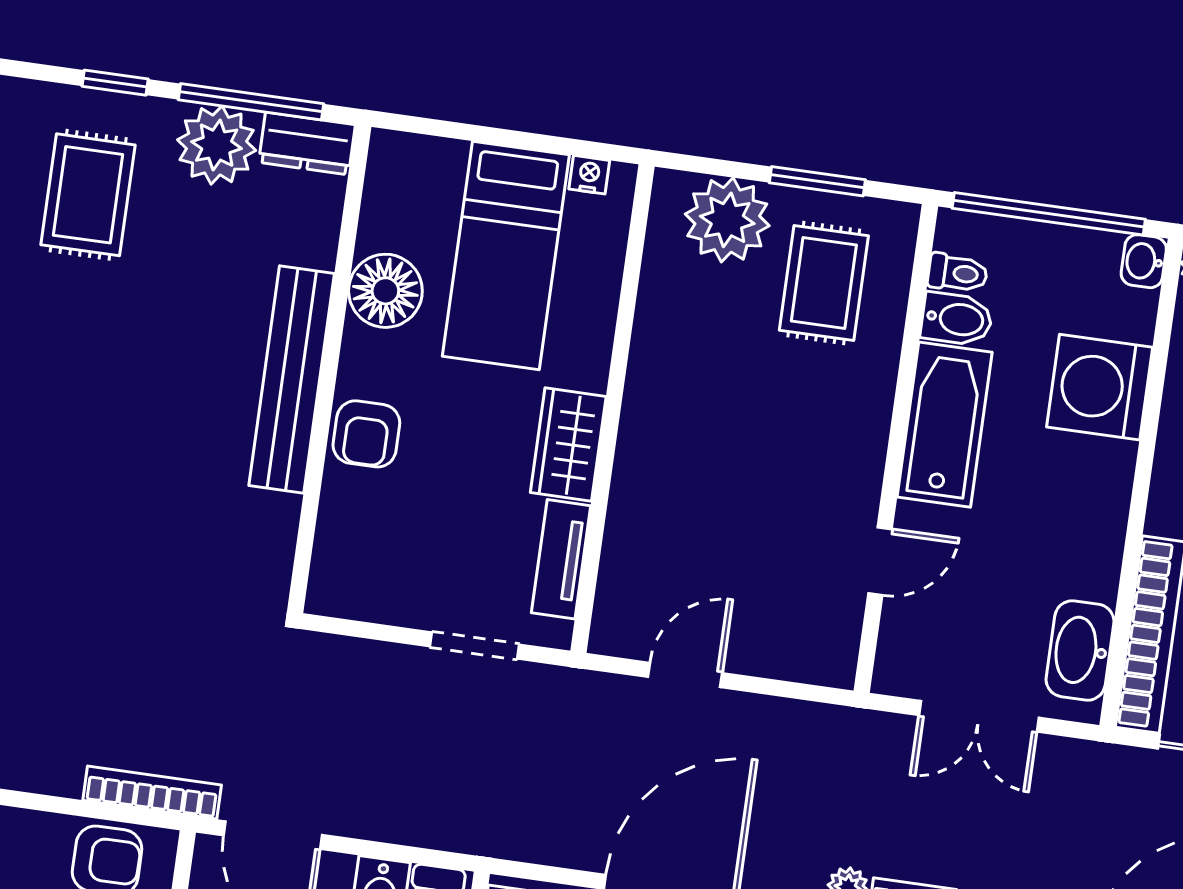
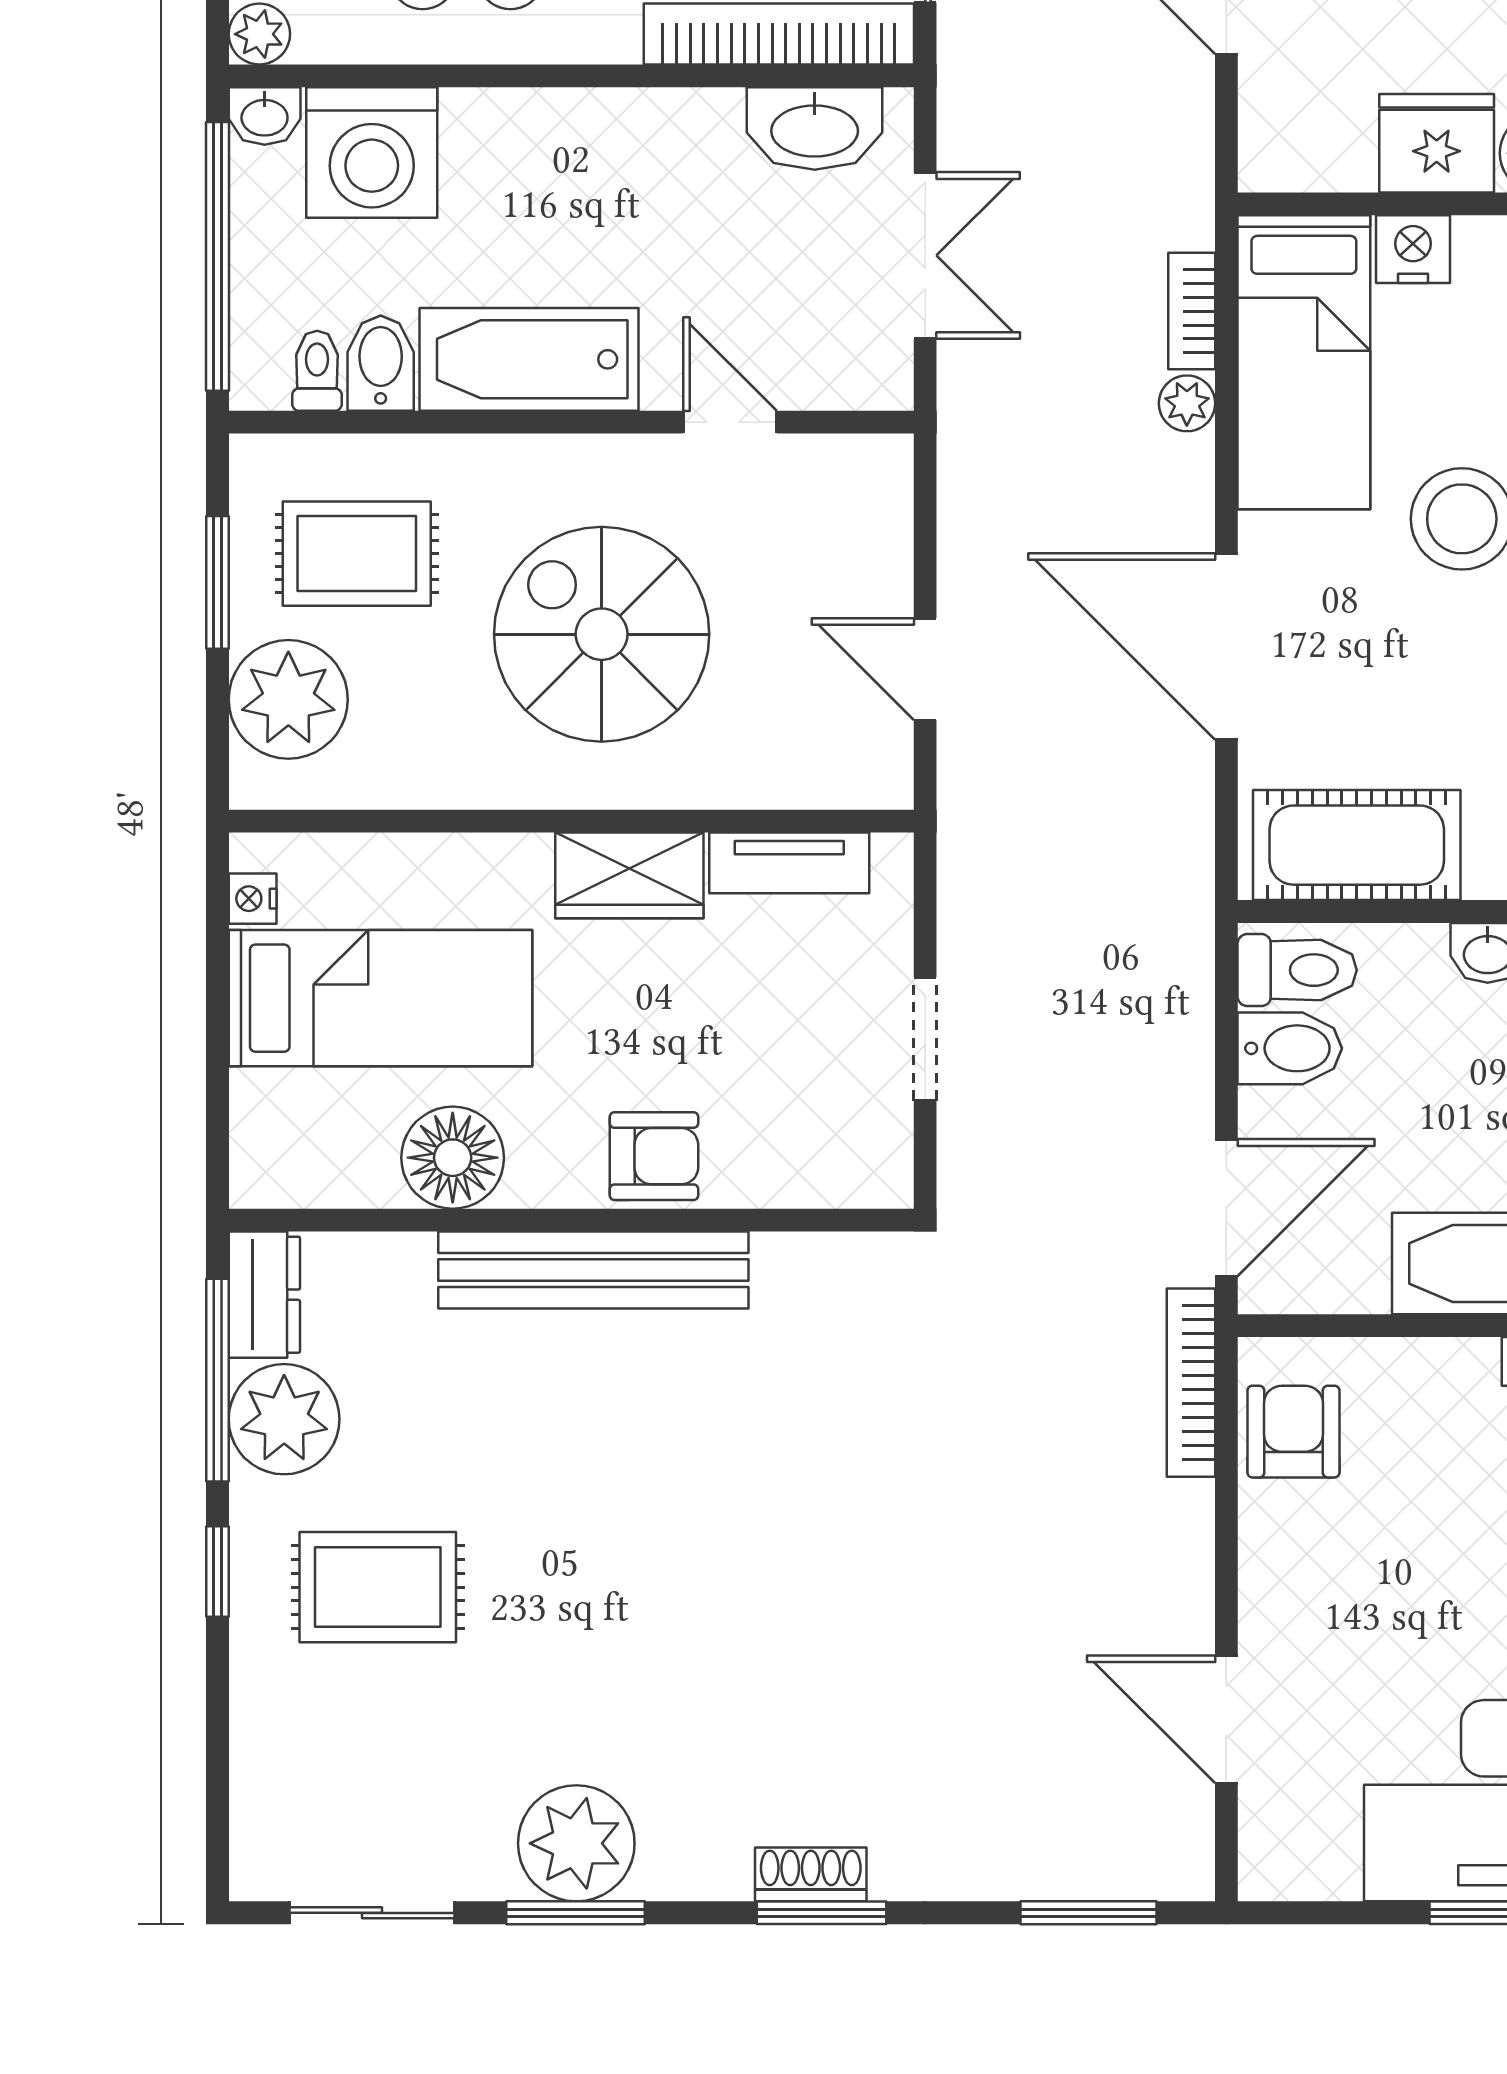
washing machine: (1100, 387) -> (372, 153), moved
spiral stairs: (742, 449) -> (602, 634), added
doorway: (475, 645) -> (925, 1039), moved

